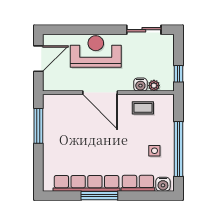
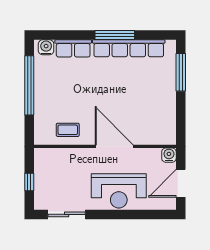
window: (179, 74) -> (29, 182), moved
water cooler: (140, 85) -> (169, 155), moved
plant: (154, 86) -> (56, 154), removed
window: (38, 126) -> (181, 72), moved
side table: (154, 151) -> (55, 83), removed

